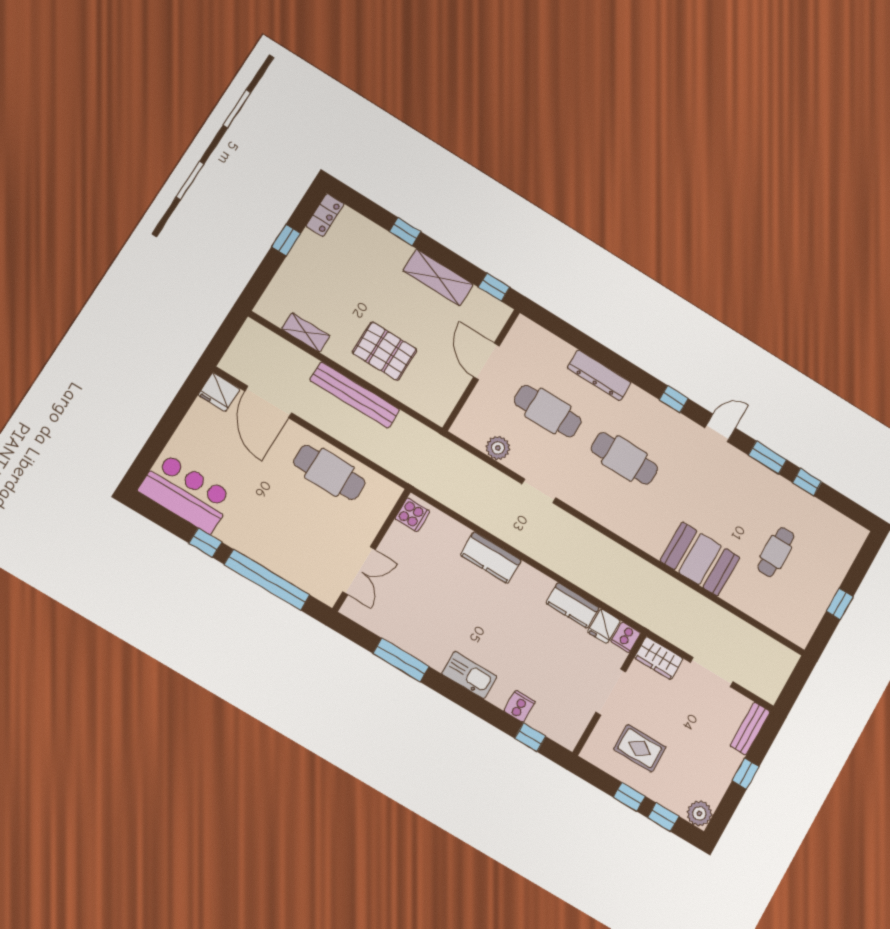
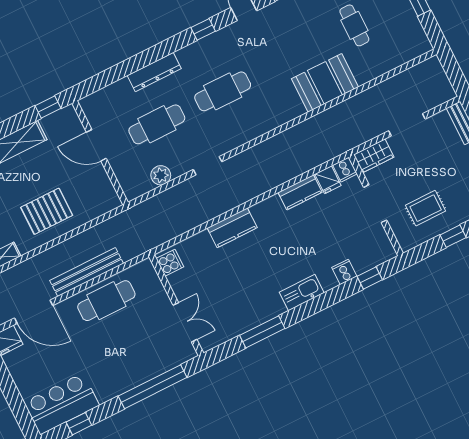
bench: (355, 395) -> (87, 272), moved
window: (205, 543) -> (79, 424), moved

